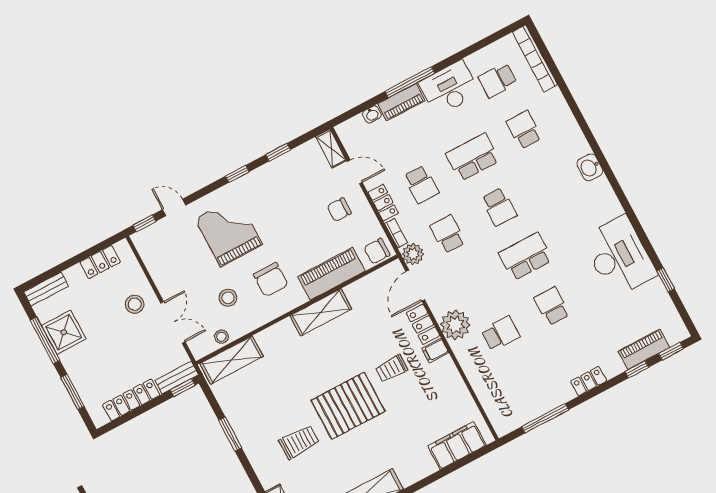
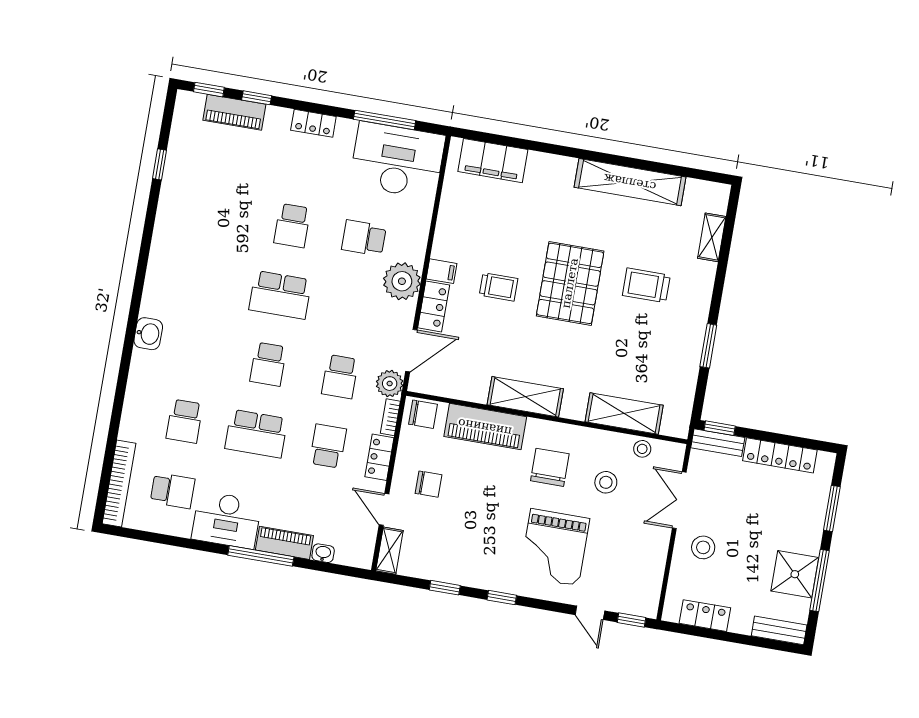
school desk: (499, 207) -> (268, 364), turned 180
desk: (619, 256) -> (397, 160), moved, turned 90
shelving: (231, 360) -> (624, 413), moved
pallet: (348, 406) -> (570, 283), turned 90

